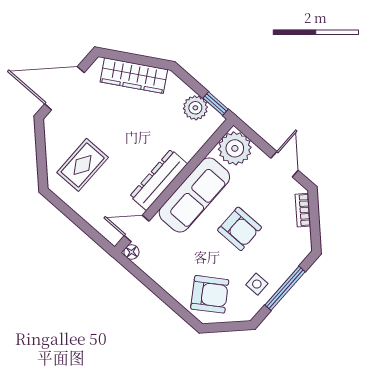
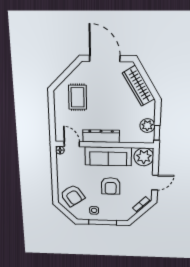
rug: (83, 165) -> (78, 97), turned 90

